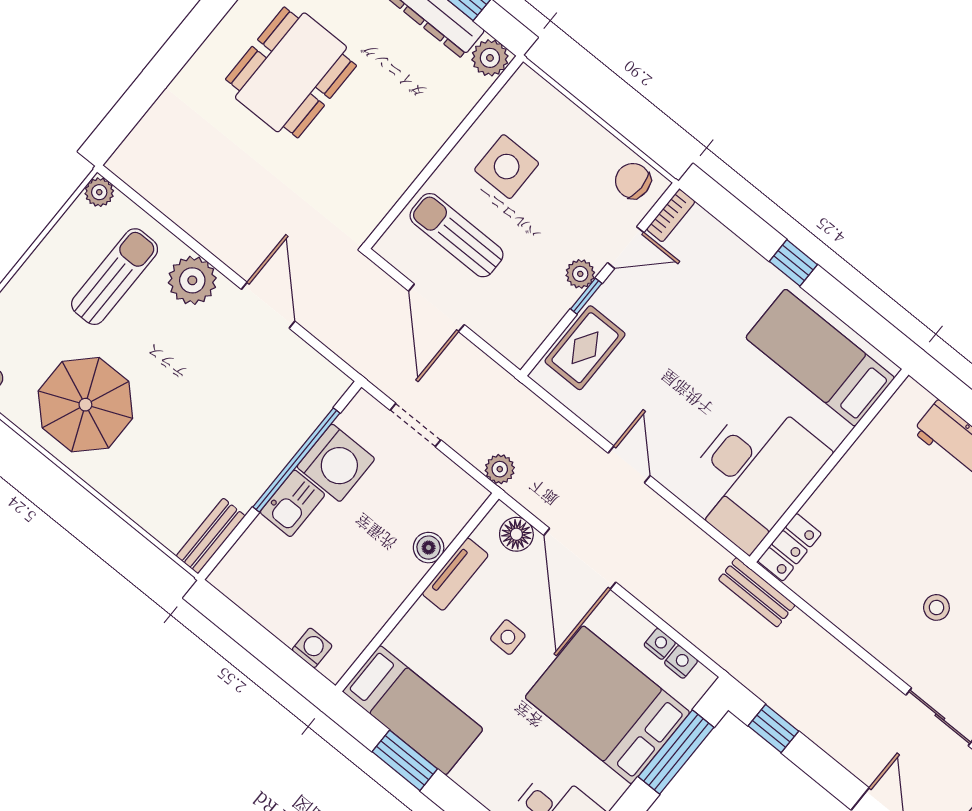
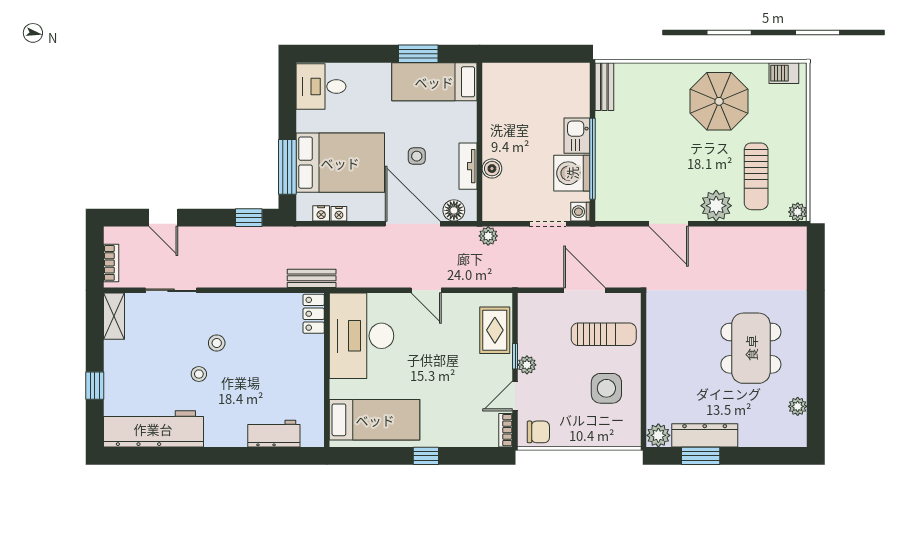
washing machine: (312, 648) -> (580, 212), moved, turned 90

